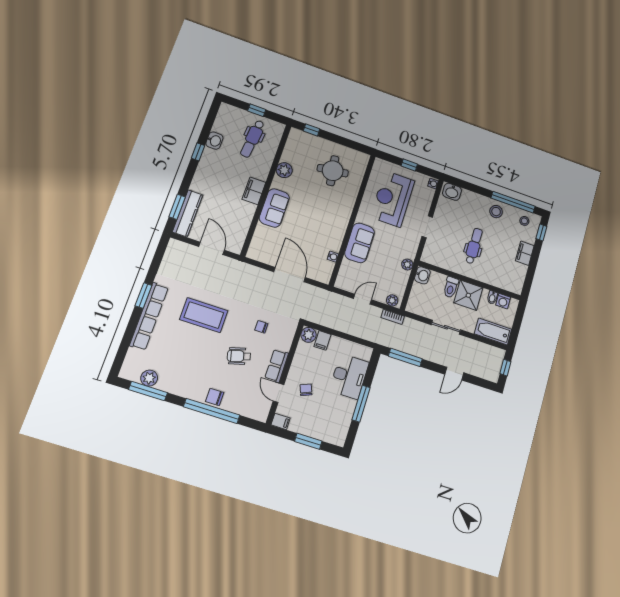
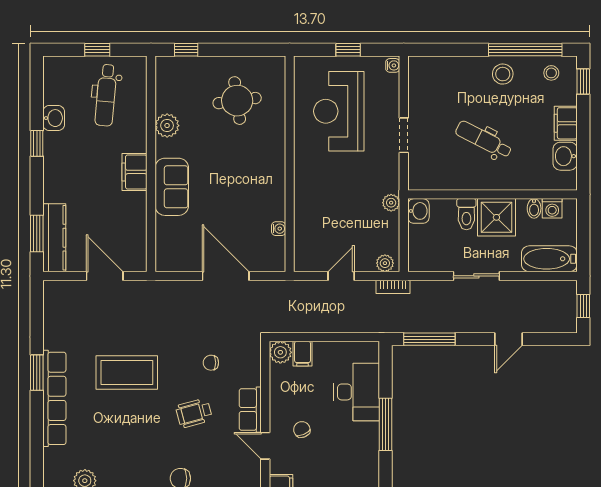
washbasin: (452, 192) -> (565, 156), moved, turned 90
sofa: (360, 243) -> (311, 195), removed
dental chair: (474, 246) -> (484, 140), turned -63

